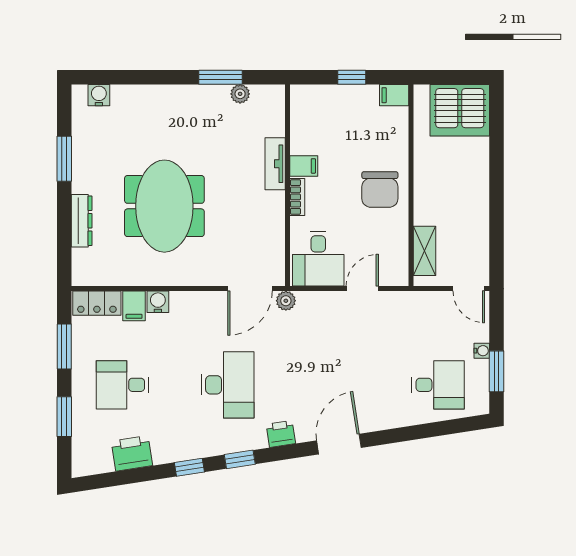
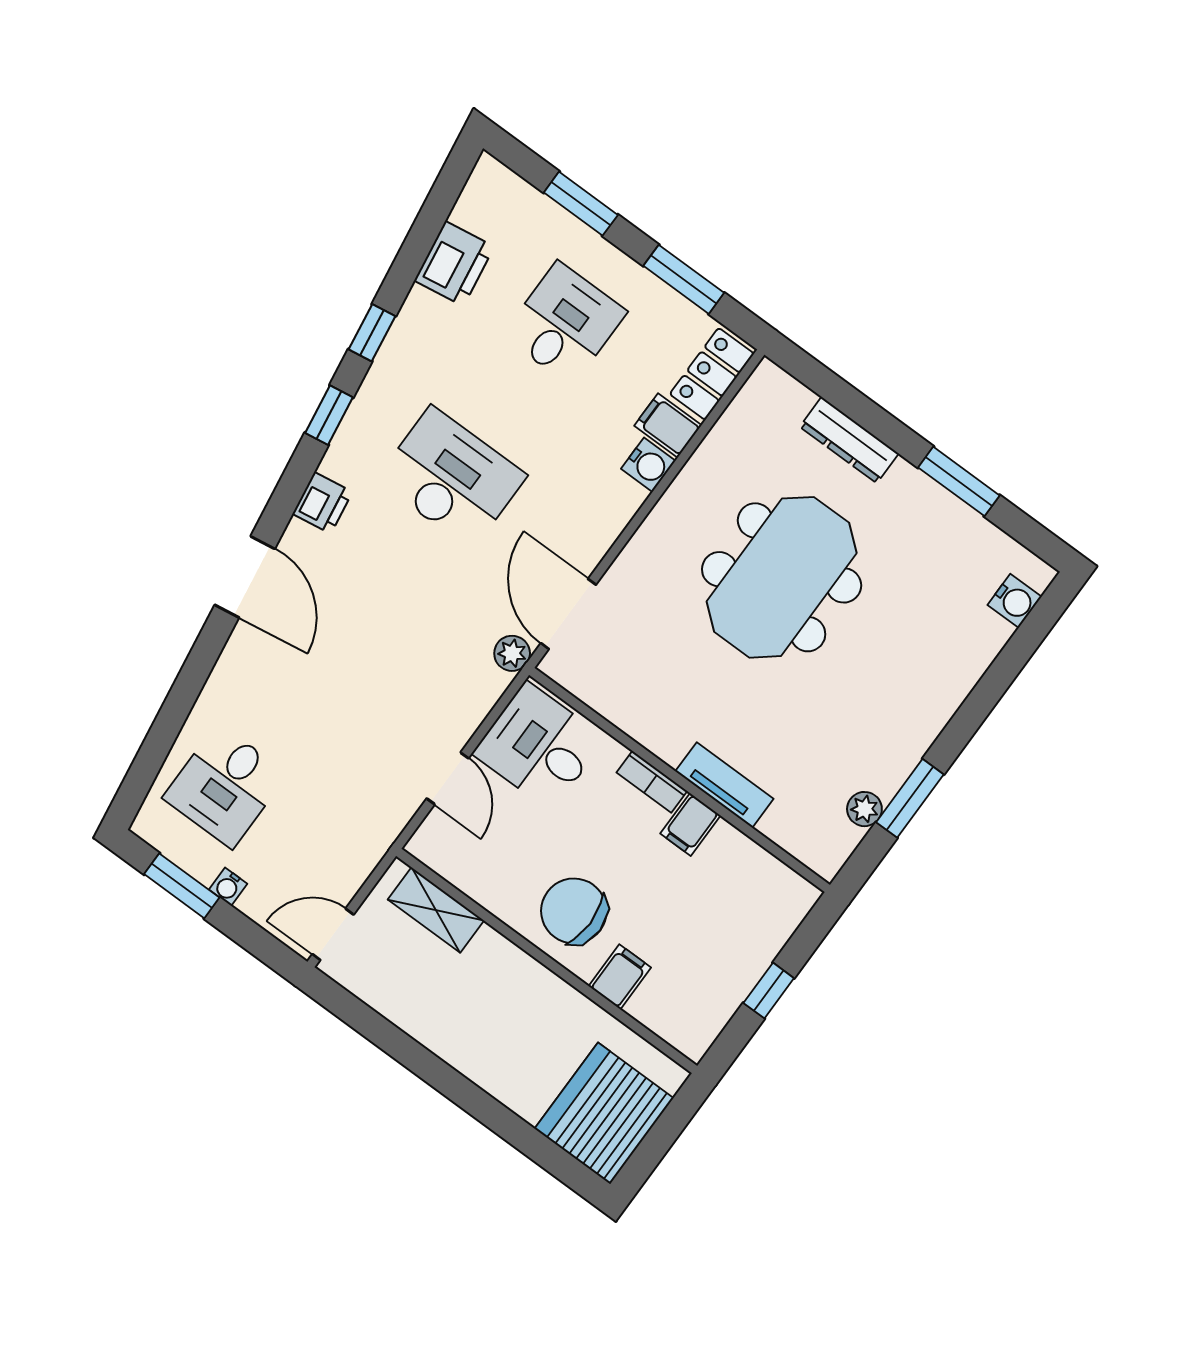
filing cabinet: (394, 95) -> (620, 977), moved
meeting table: (164, 206) -> (782, 577), turned 90
desk: (228, 385) -> (451, 478), turned 180

